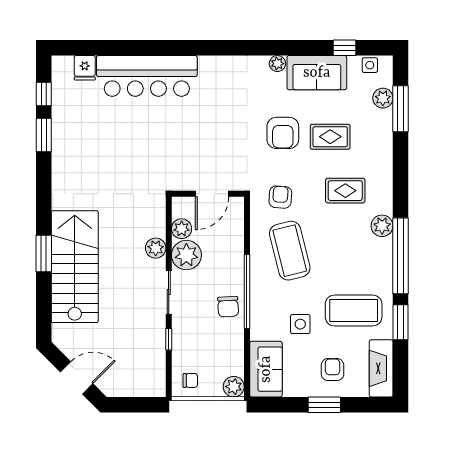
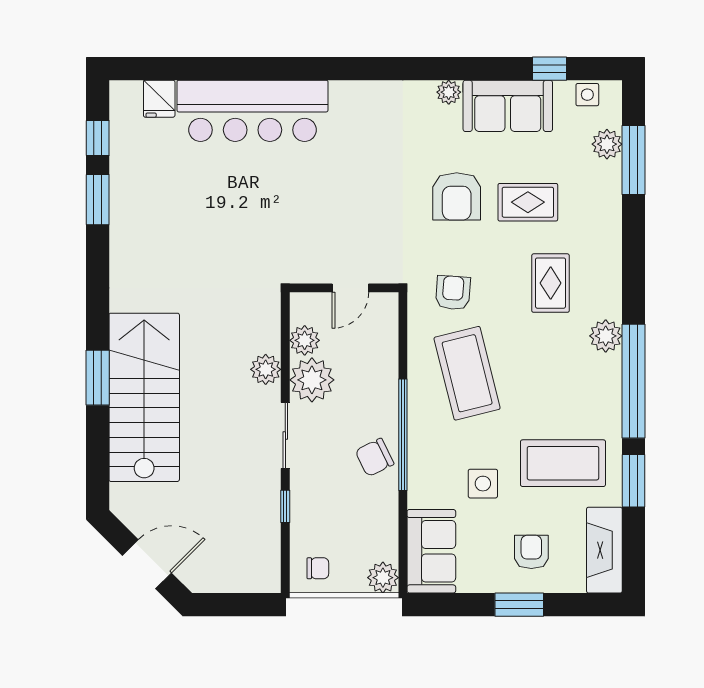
rug: (345, 191) -> (551, 283), turned 90
door: (212, 194) -> (350, 288), width x0.73
chair: (228, 307) -> (375, 457), turned 67

